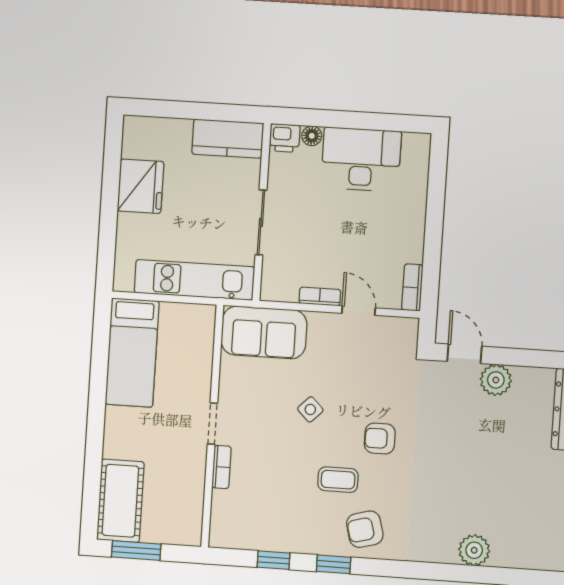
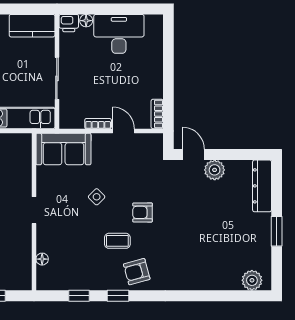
bookcase: (221, 467) -> (42, 238), removed
floor lamp: (220, 500) -> (42, 259), added
plant: (474, 550) -> (252, 280), moved

